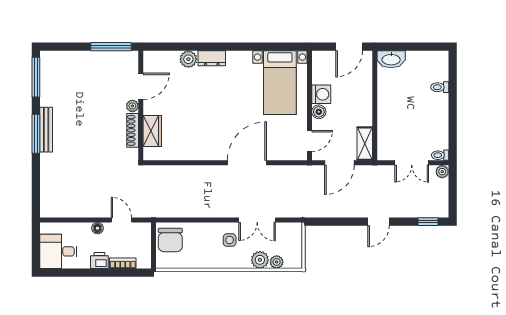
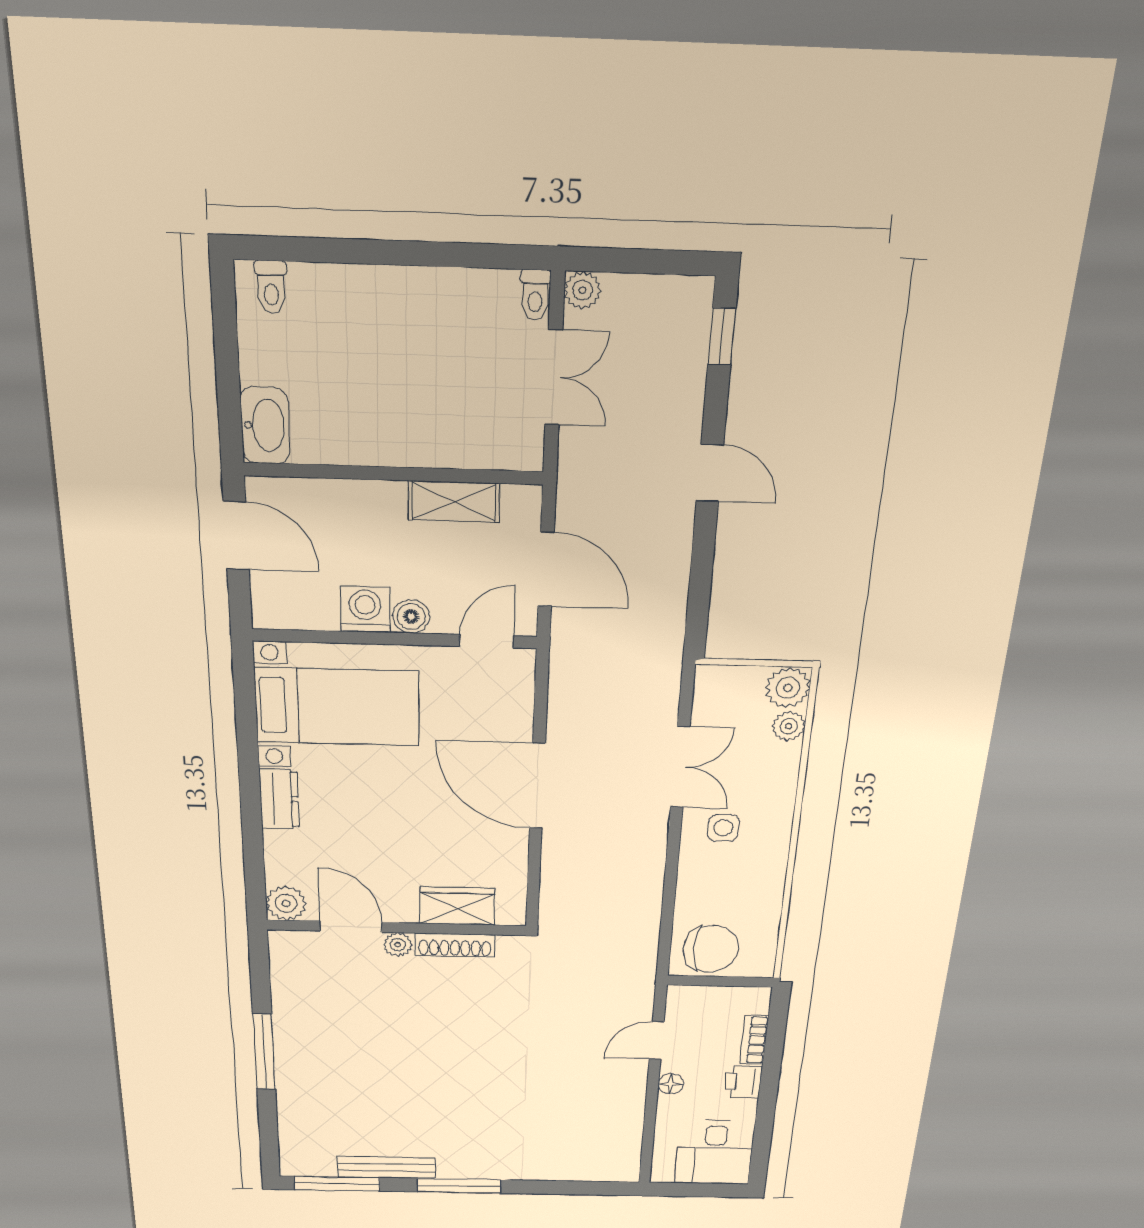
dresser: (212, 58) -> (279, 799), moved
door: (141, 86) -> (351, 927), moved
toilet: (440, 87) -> (271, 287), moved
plant: (132, 106) -> (398, 945), moved
wall: (141, 106) -> (397, 928), moved
bench: (46, 130) -> (386, 1167), moved
shoe rack: (133, 130) -> (455, 945), moved
wardrobe: (152, 131) -> (457, 906), moved
door: (309, 141) -> (487, 641), hinge flipped
shelving: (365, 144) -> (454, 502), moved
plant: (260, 260) -> (788, 688), moved

